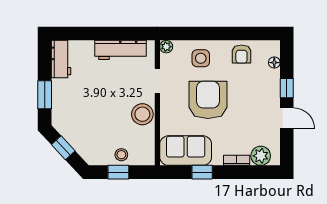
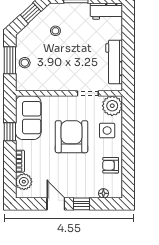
plant: (166, 47) -> (112, 106), width x1.88, depth x1.88
armchair: (208, 100) -> (72, 137), turned -90
stool: (142, 114) -> (55, 31), moved, width x0.53, depth x0.53
door: (287, 118) -> (56, 204), swing flipped
window: (118, 172) -> (10, 60), width x1.50

